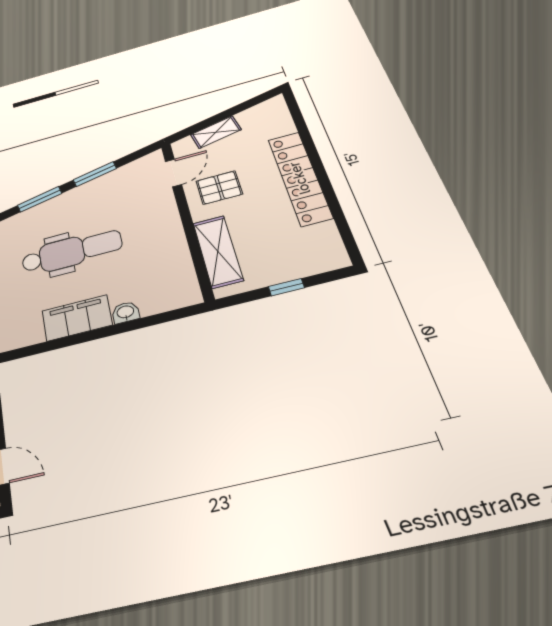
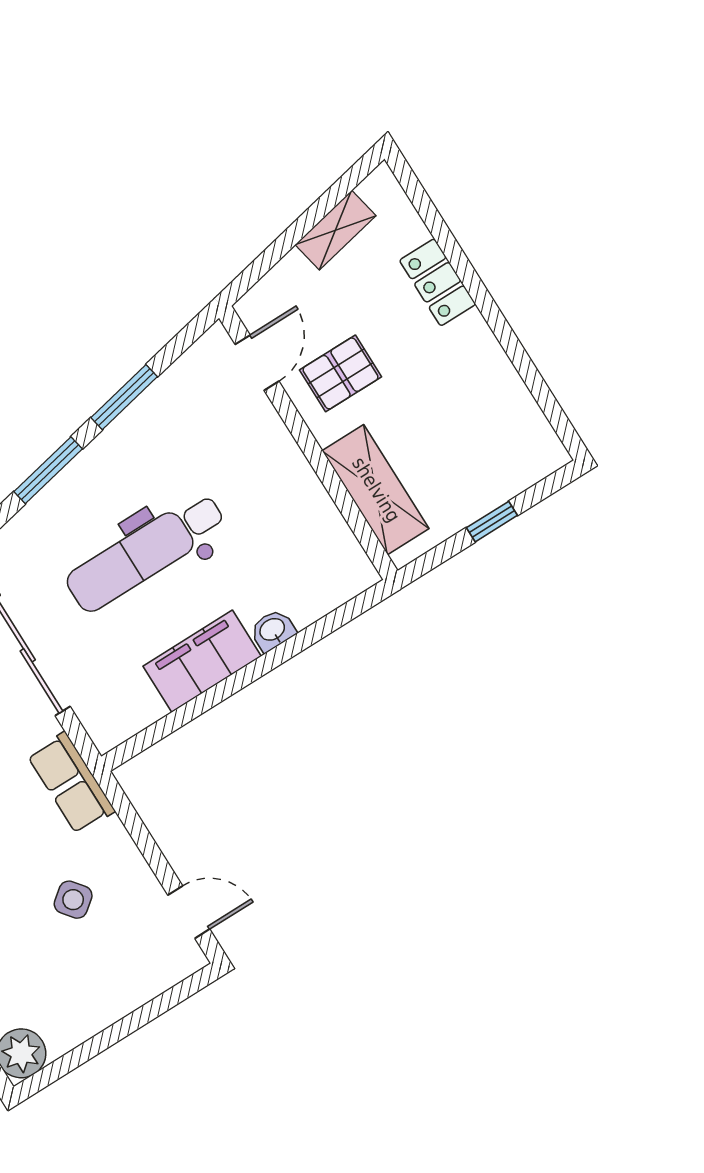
shelving: (216, 132) -> (336, 230), moved
locker: (300, 178) -> (438, 282), width x0.46, depth x0.83
dental chair: (72, 252) -> (146, 552), turned 180

